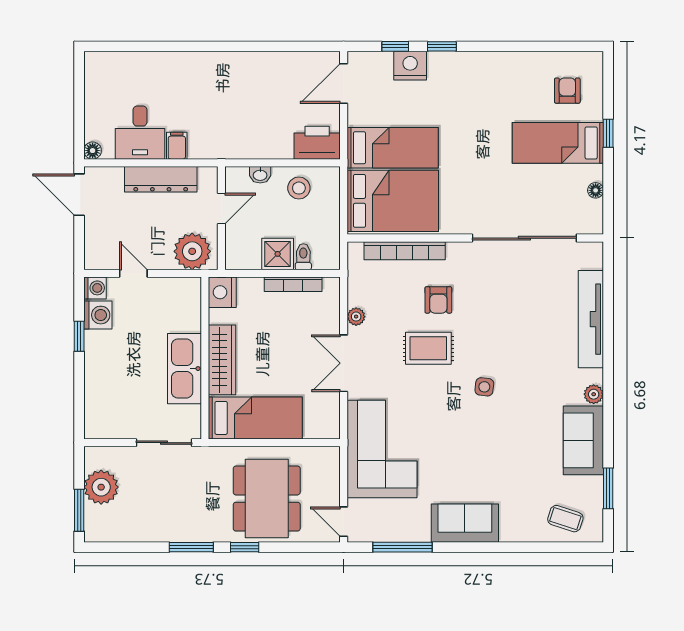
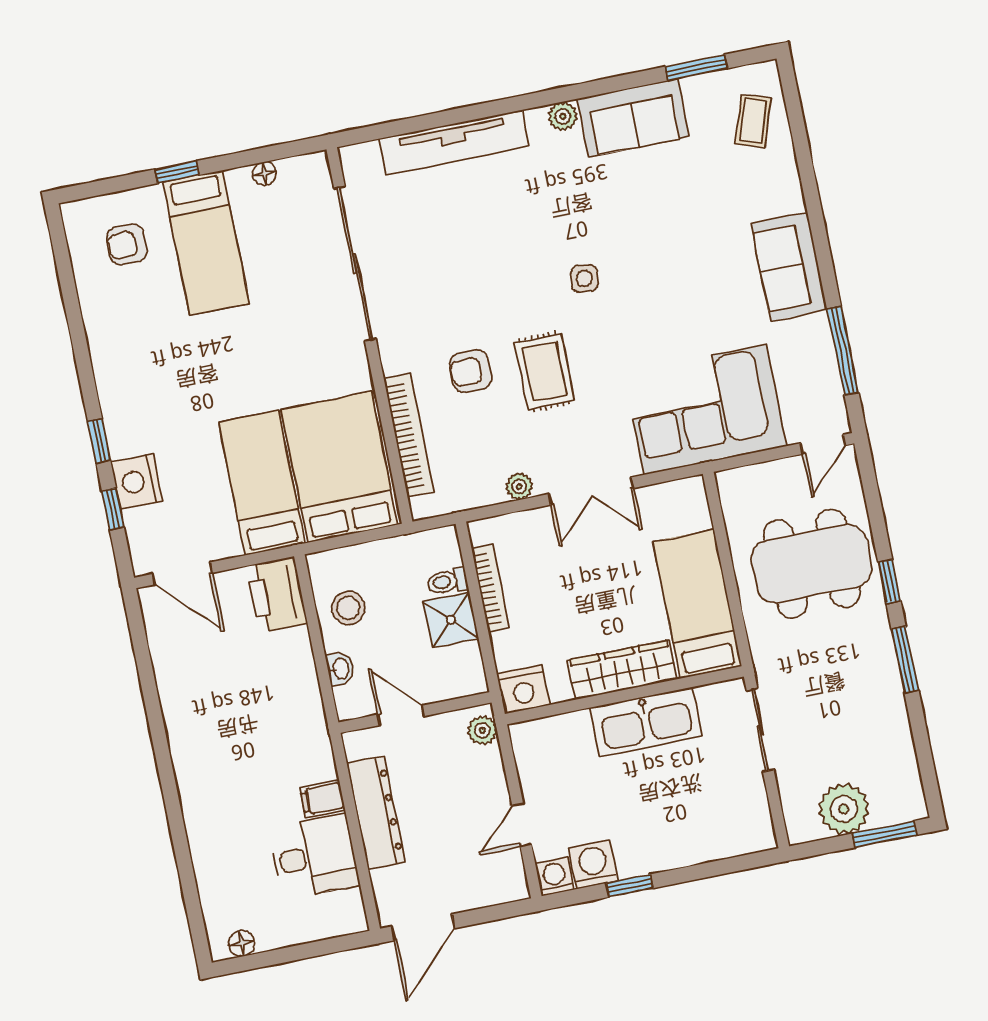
floor lamp: (93, 151) -> (242, 943), moved
plant: (192, 251) -> (482, 730), width x0.53, depth x0.53
armchair: (438, 300) -> (471, 371), turned 180

